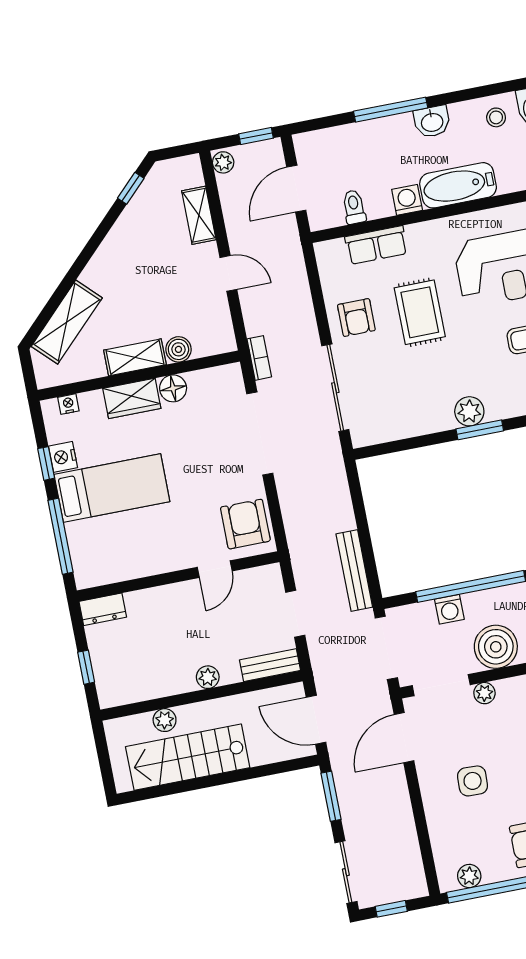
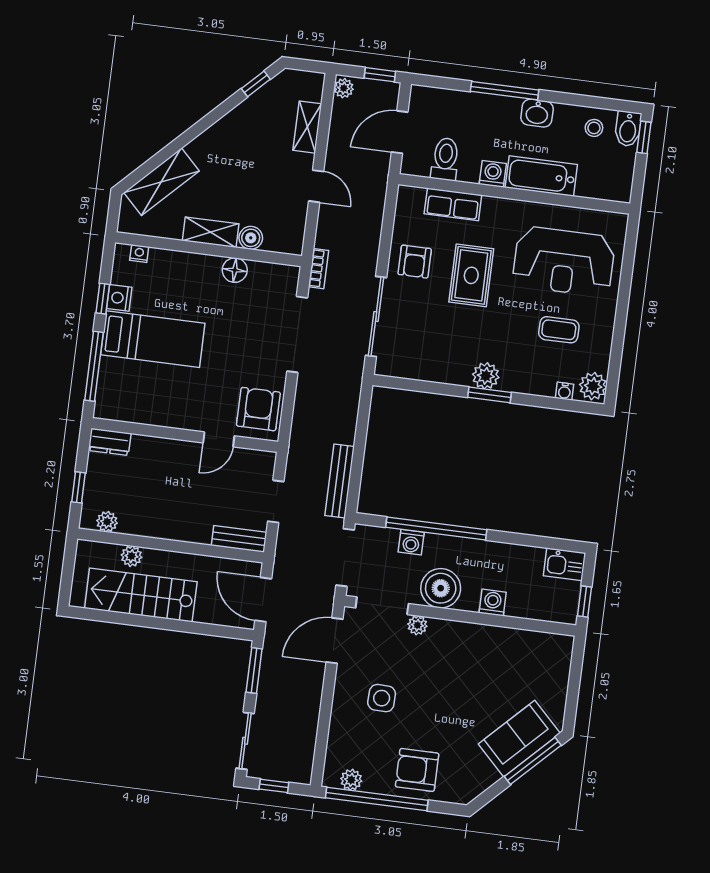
toilet: (354, 207) -> (445, 159), width x1.37, depth x1.39
wardrobe: (132, 398) -> (196, 267), removed
plant: (208, 677) -> (107, 522), moved

